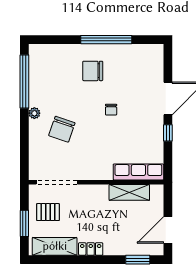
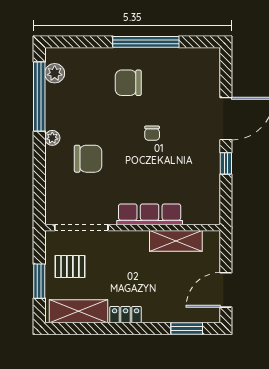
plant: (36, 64) -> (55, 73), added
chair: (62, 129) -> (88, 159), turned -109
row of seats: (138, 172) -> (150, 214), moved

